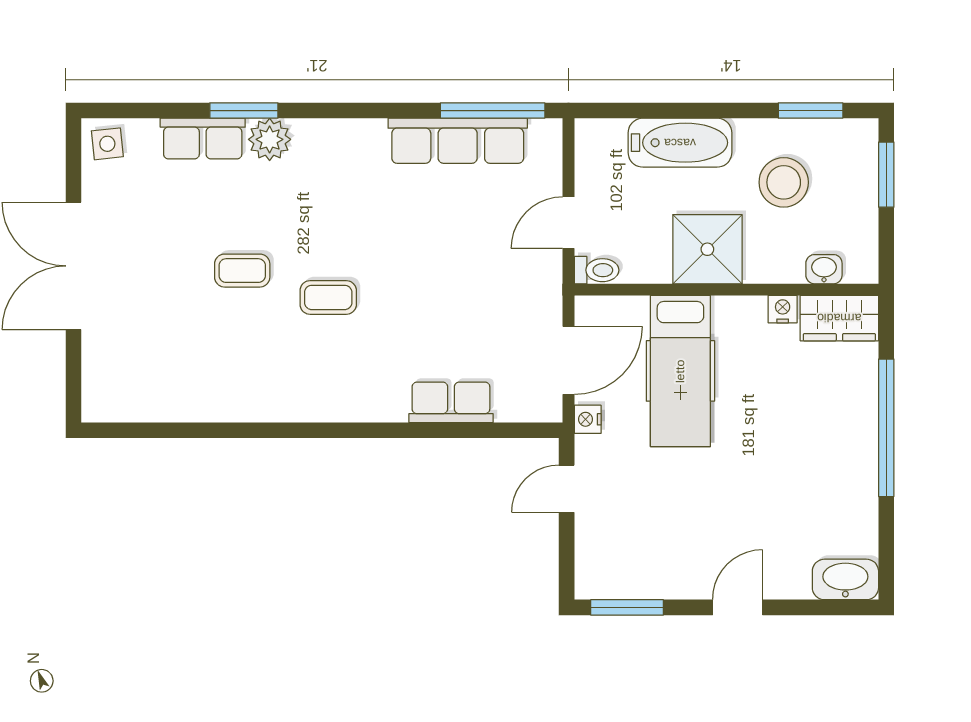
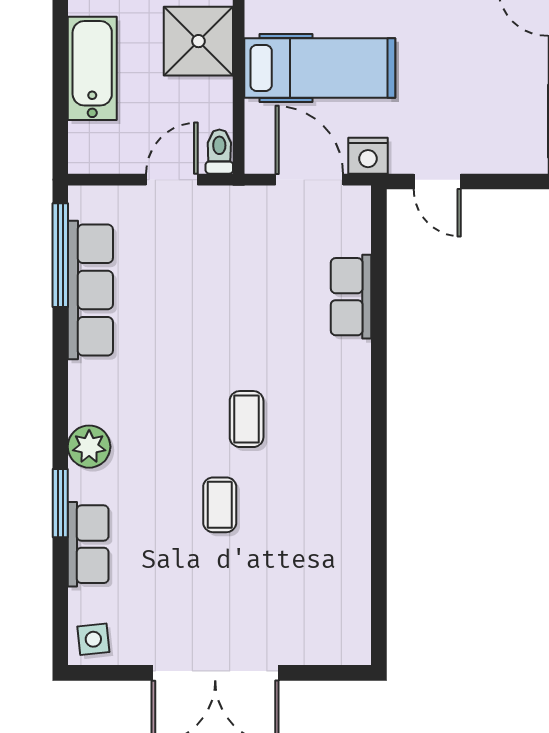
plant: (270, 139) -> (89, 447), moved
door: (568, 223) -> (172, 180), swing flipped
nightstand: (588, 419) -> (368, 156), width x1.39, depth x1.35

